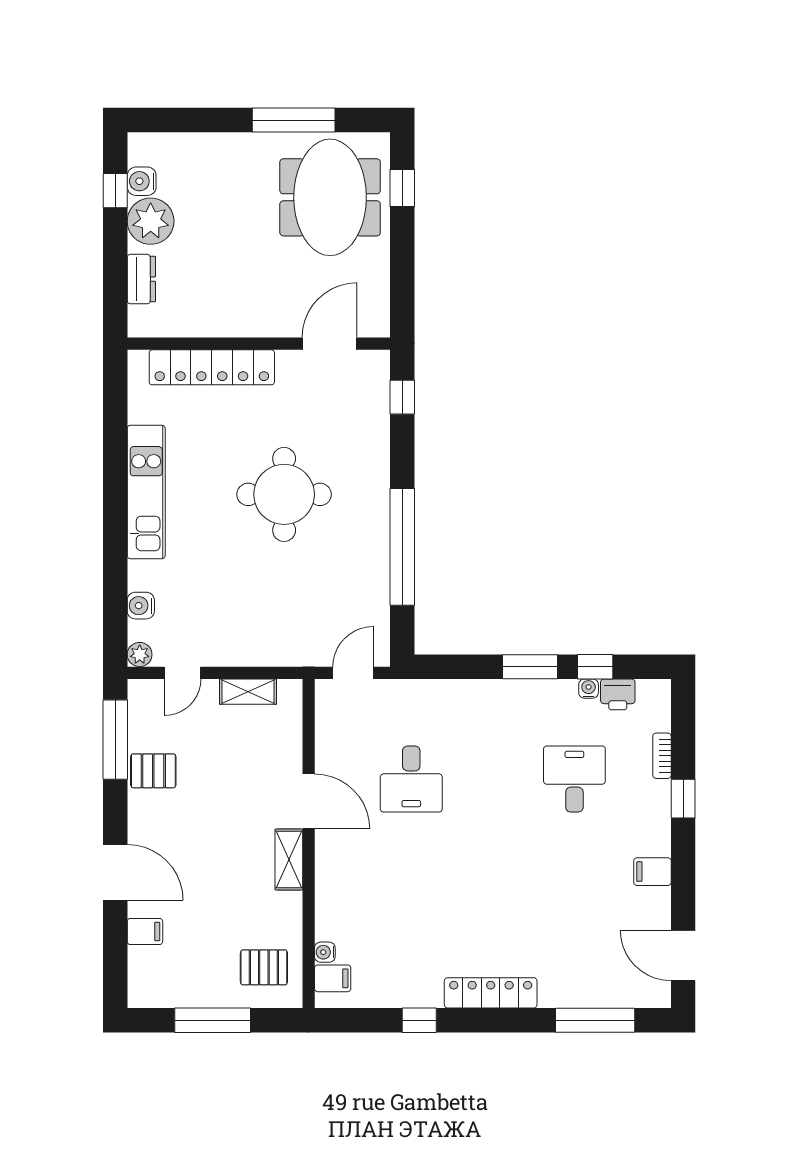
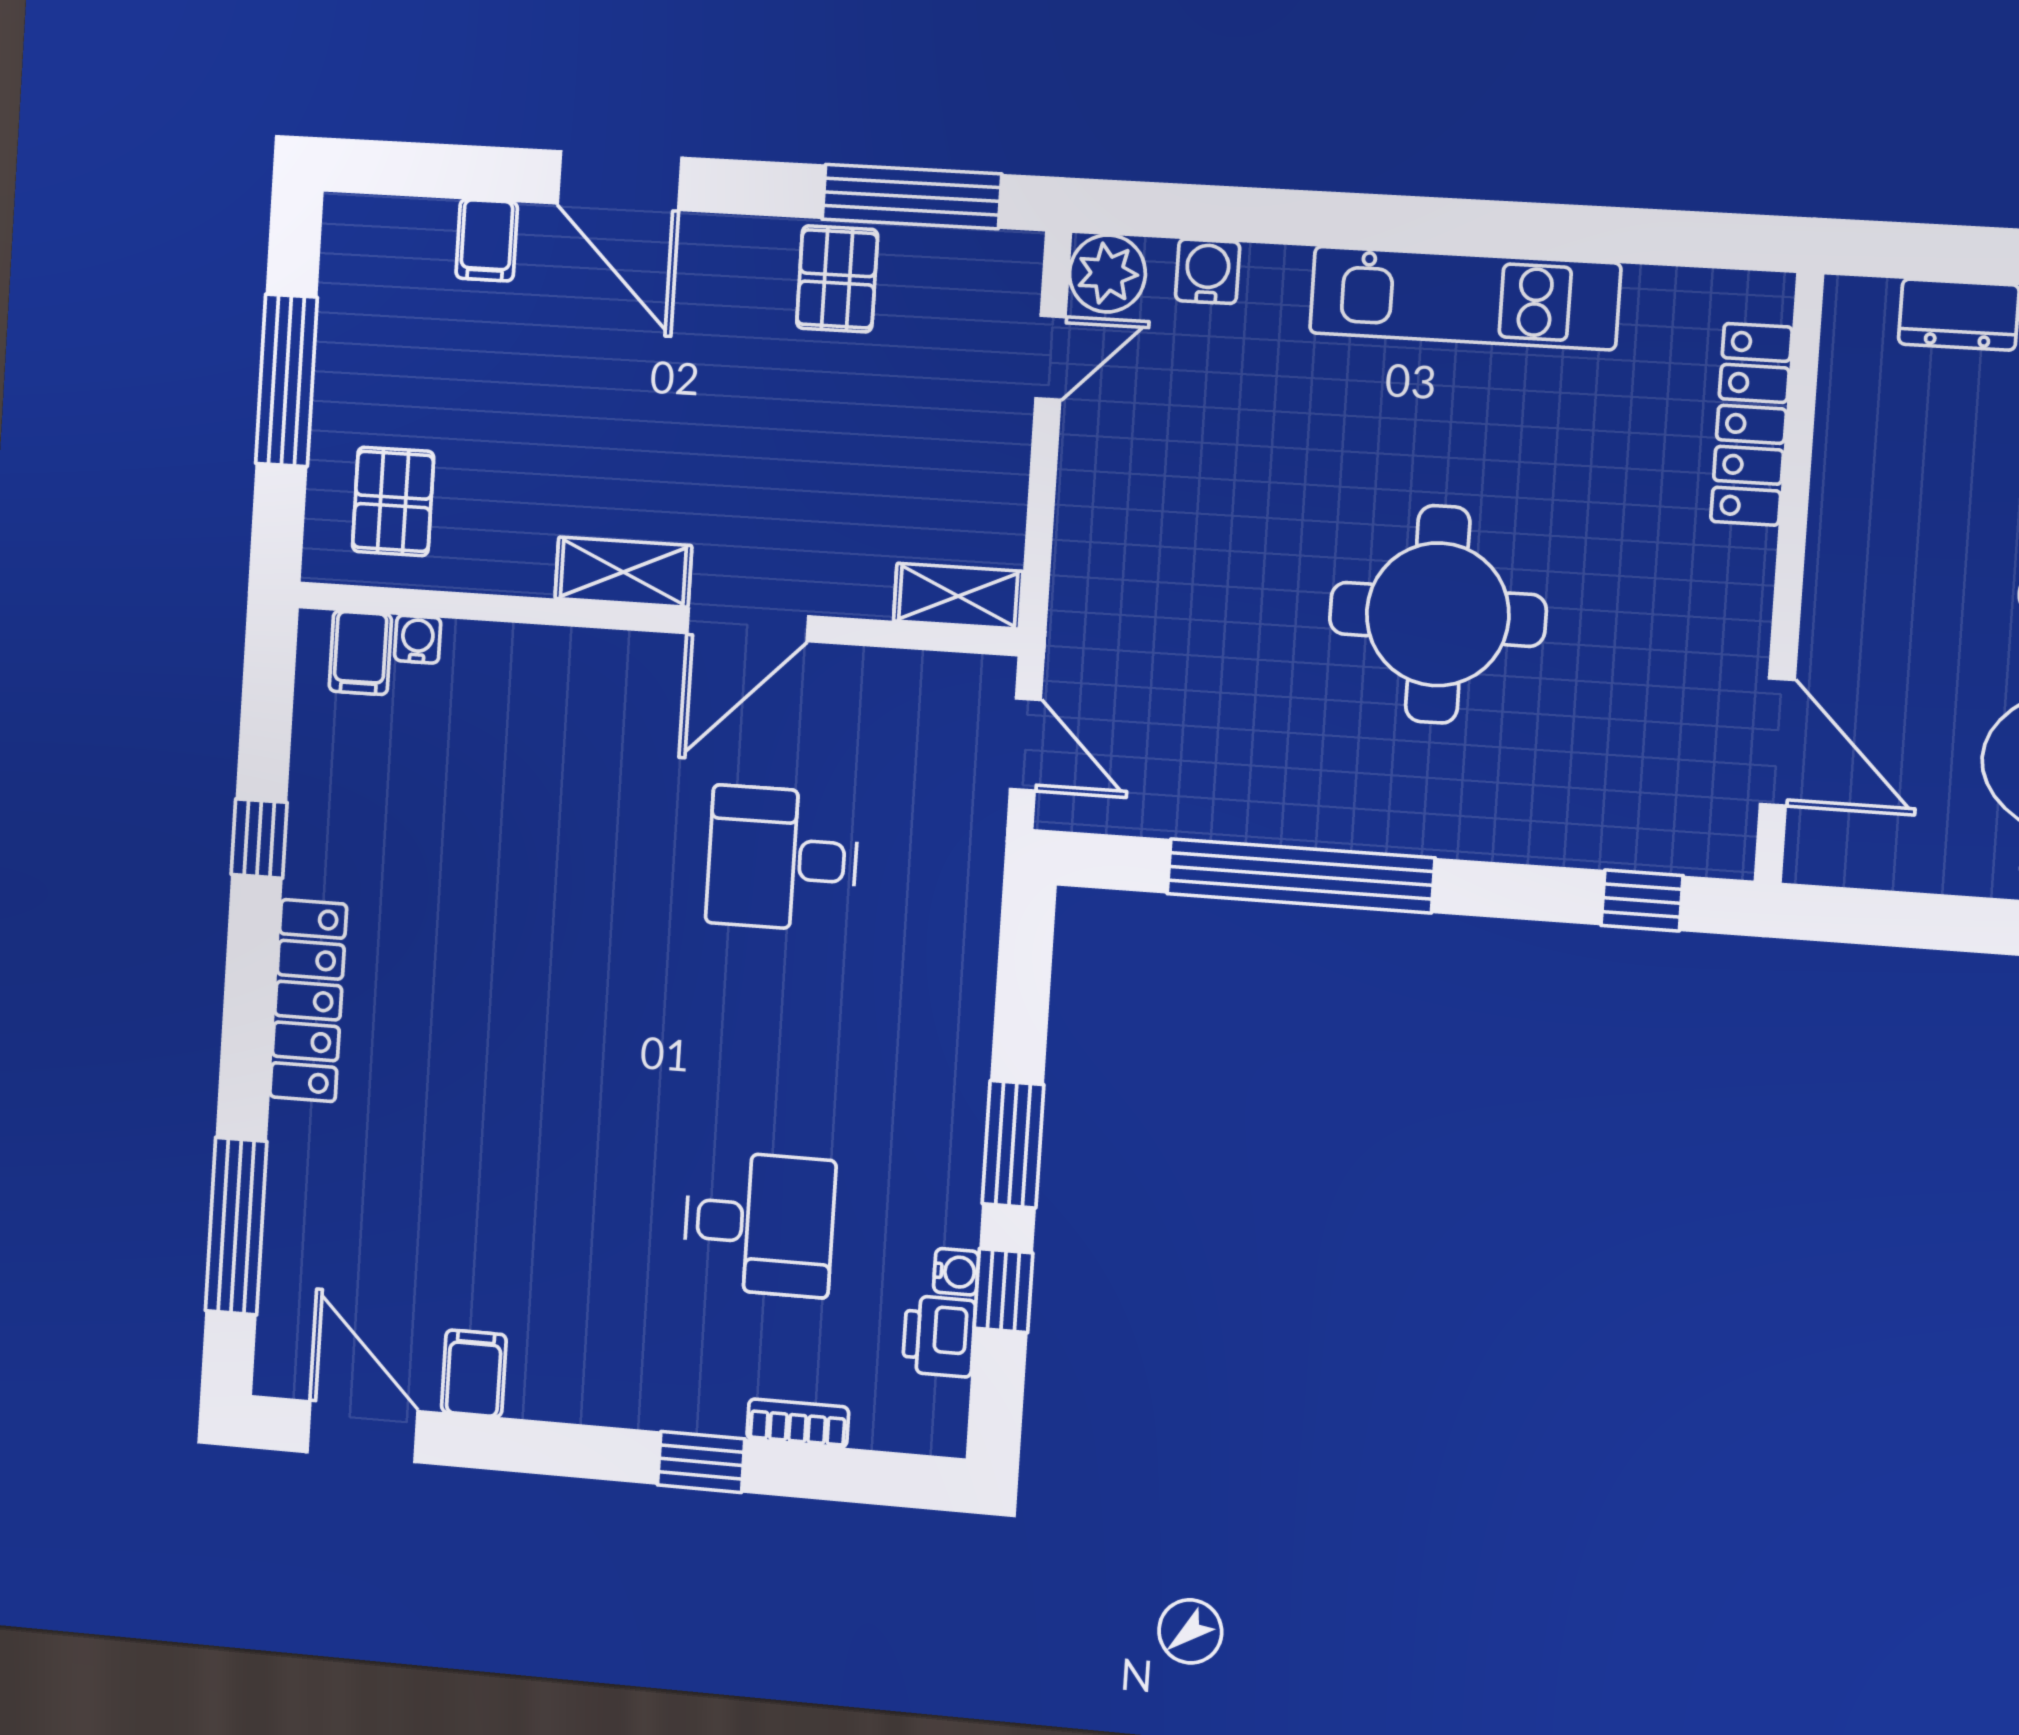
locker: (212, 367) -> (1751, 424), width x0.71, depth x0.83
plant: (140, 655) -> (1107, 273), width x1.38, depth x1.38
door: (183, 673) -> (1050, 358), swing flipped
shelving: (248, 692) -> (958, 596), moved, turned 90
door: (115, 872) -> (619, 181), hinge flipped
filing cabinet: (652, 872) -> (474, 1373), moved
door: (683, 956) -> (362, 1432), hinge flipped

